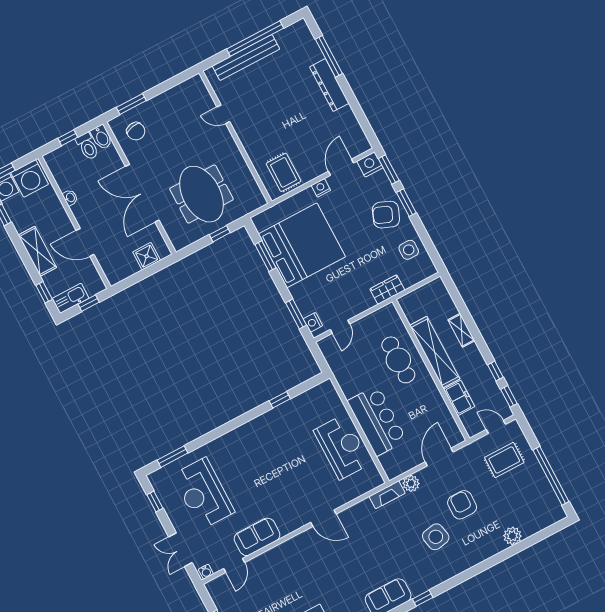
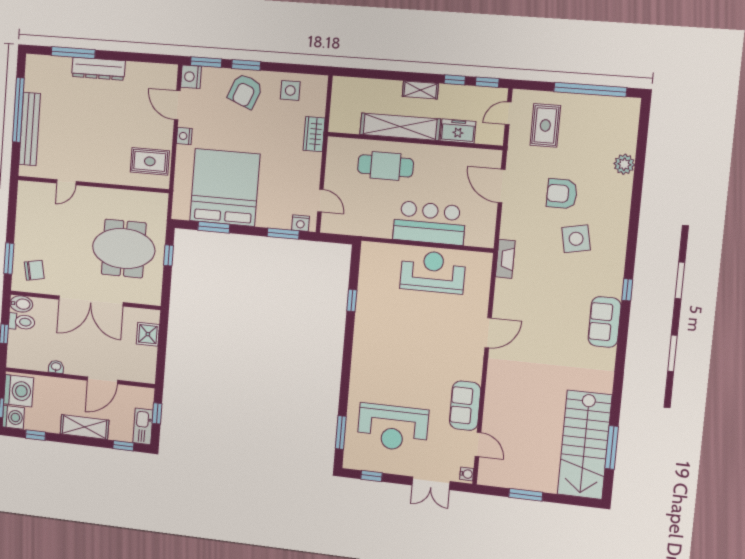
shelving: (461, 330) -> (420, 90), moved
plant: (411, 483) -> (509, 229), removed

